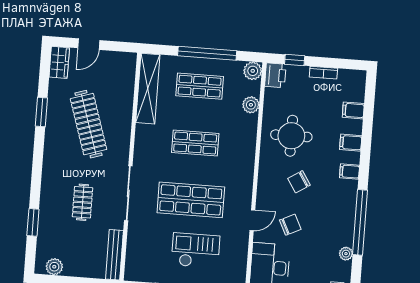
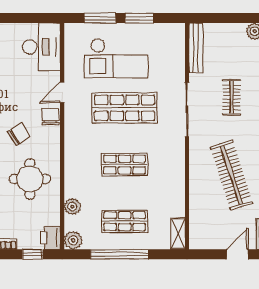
shelving: (148, 89) -> (178, 234), width x0.45, depth x0.75
chair: (290, 225) -> (50, 117), moved, turned 116
checkout: (195, 250) -> (116, 58), width x1.36, depth x1.21

